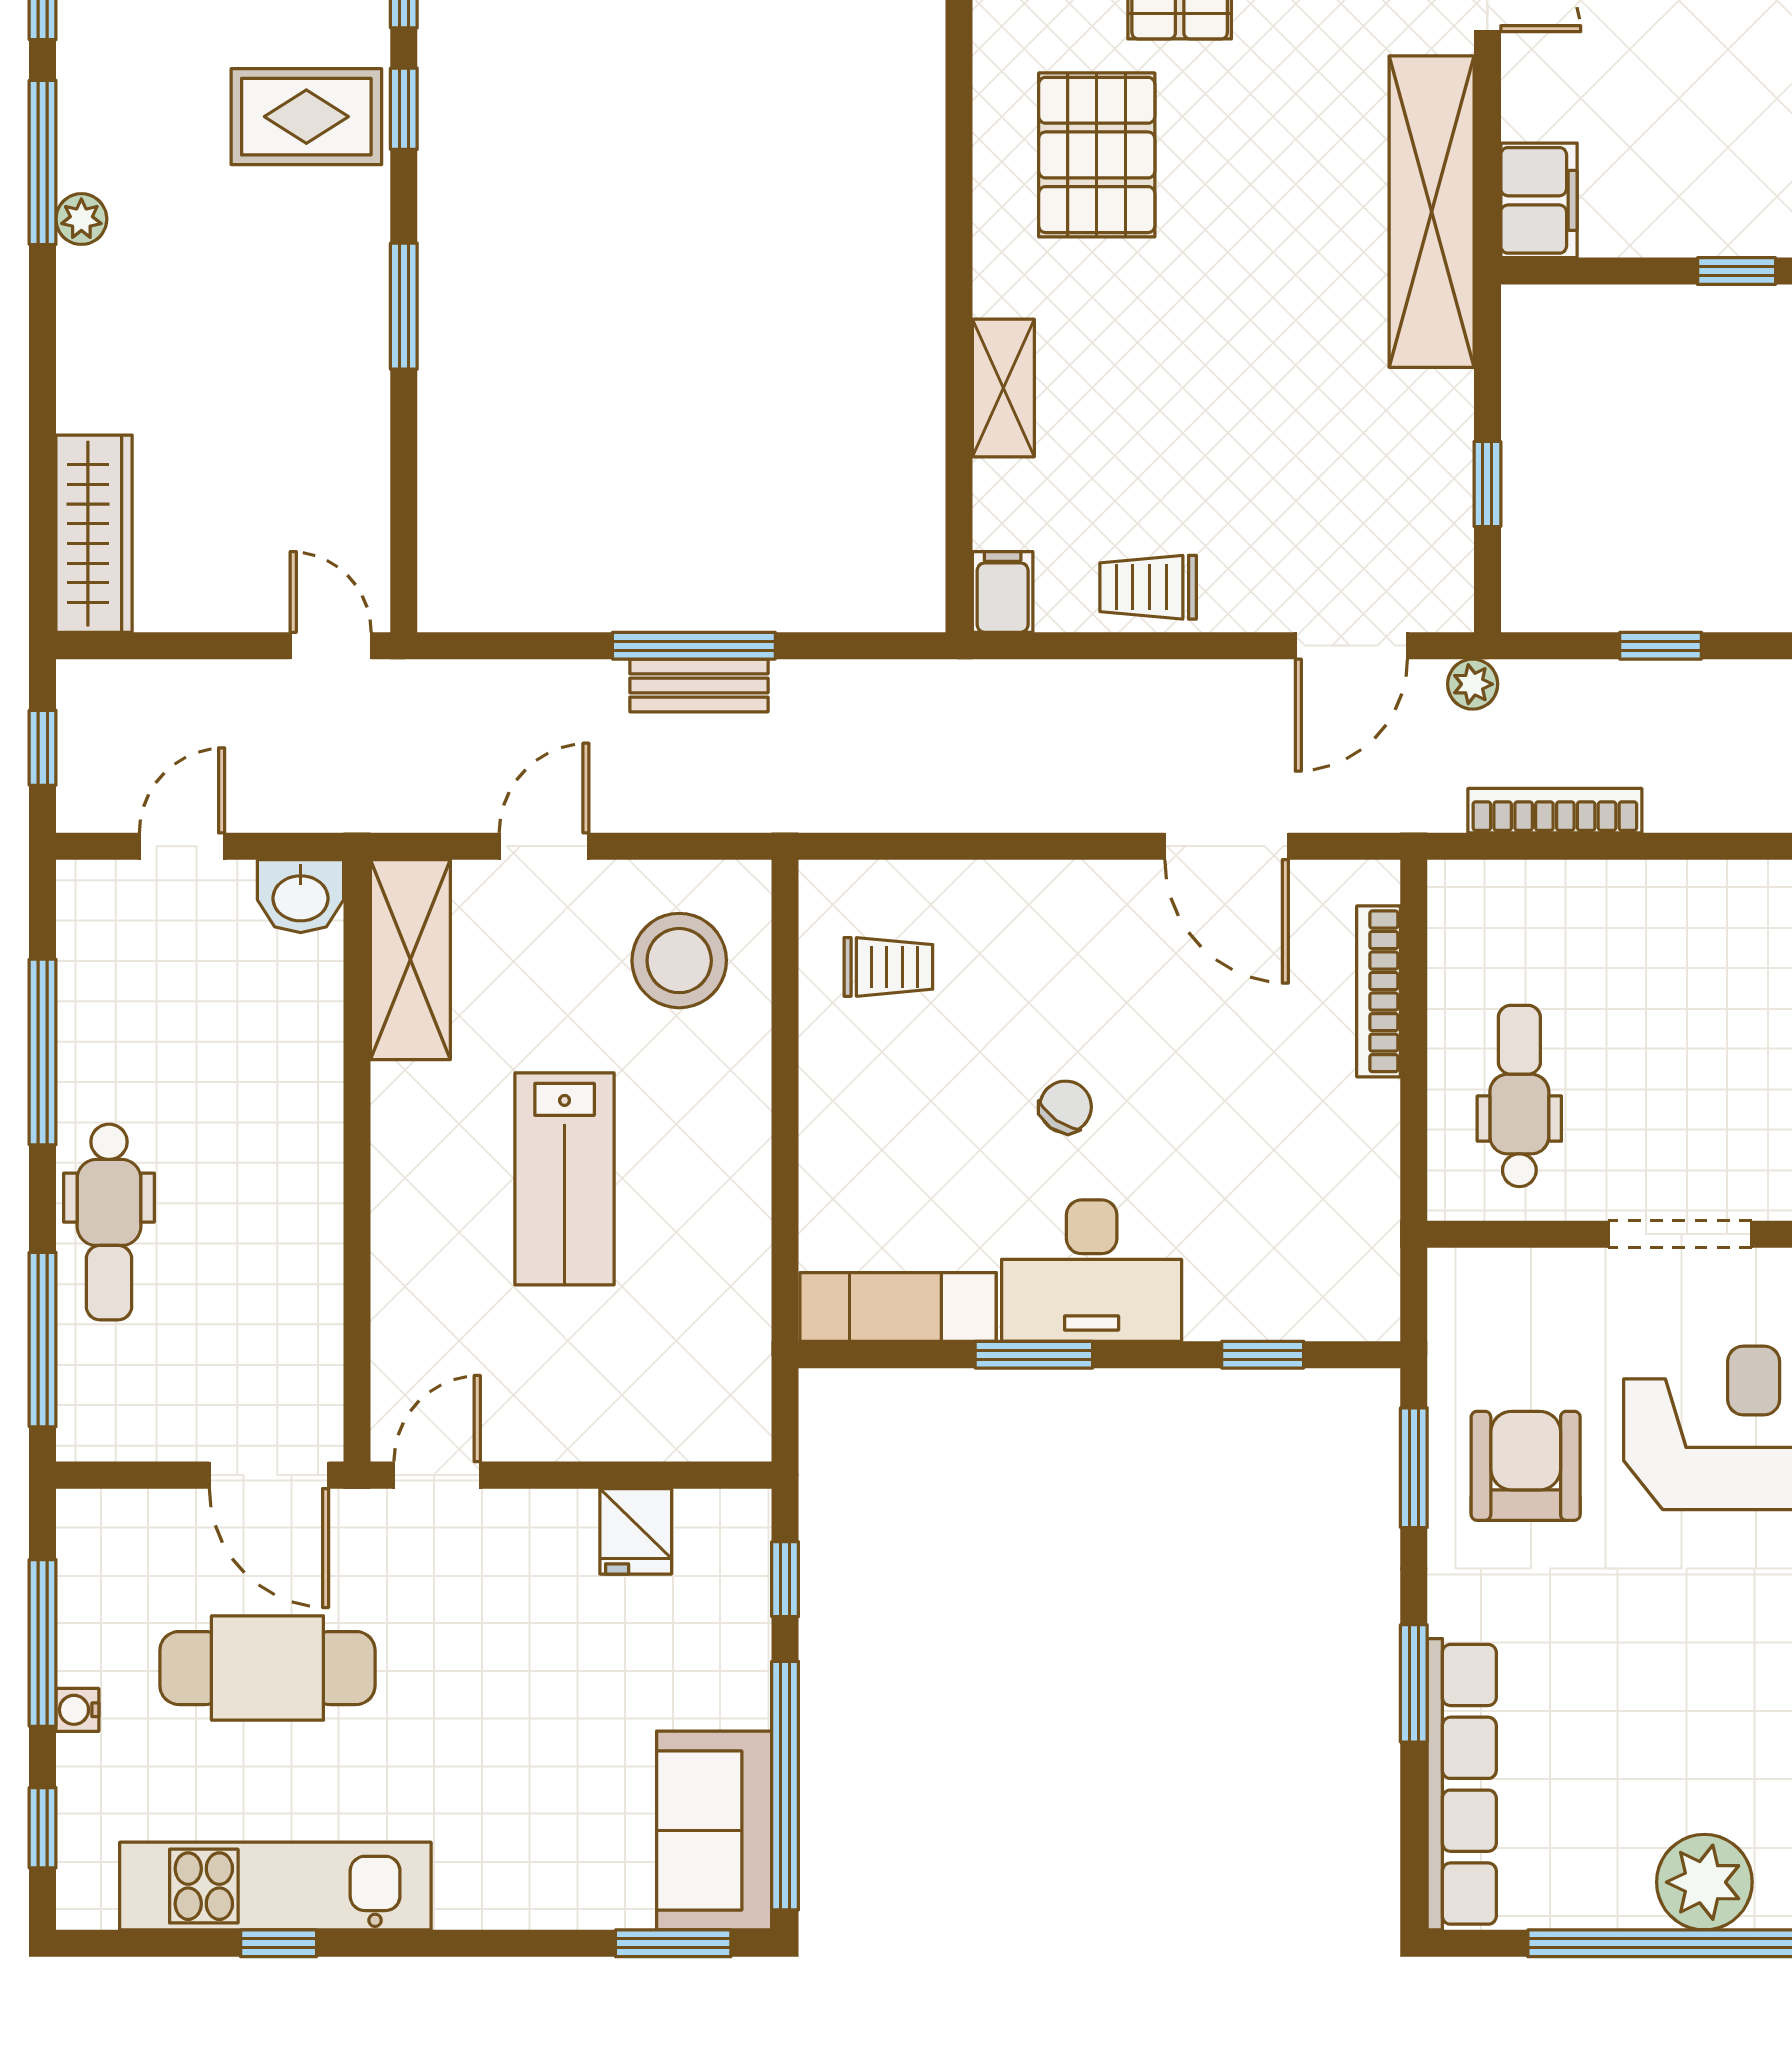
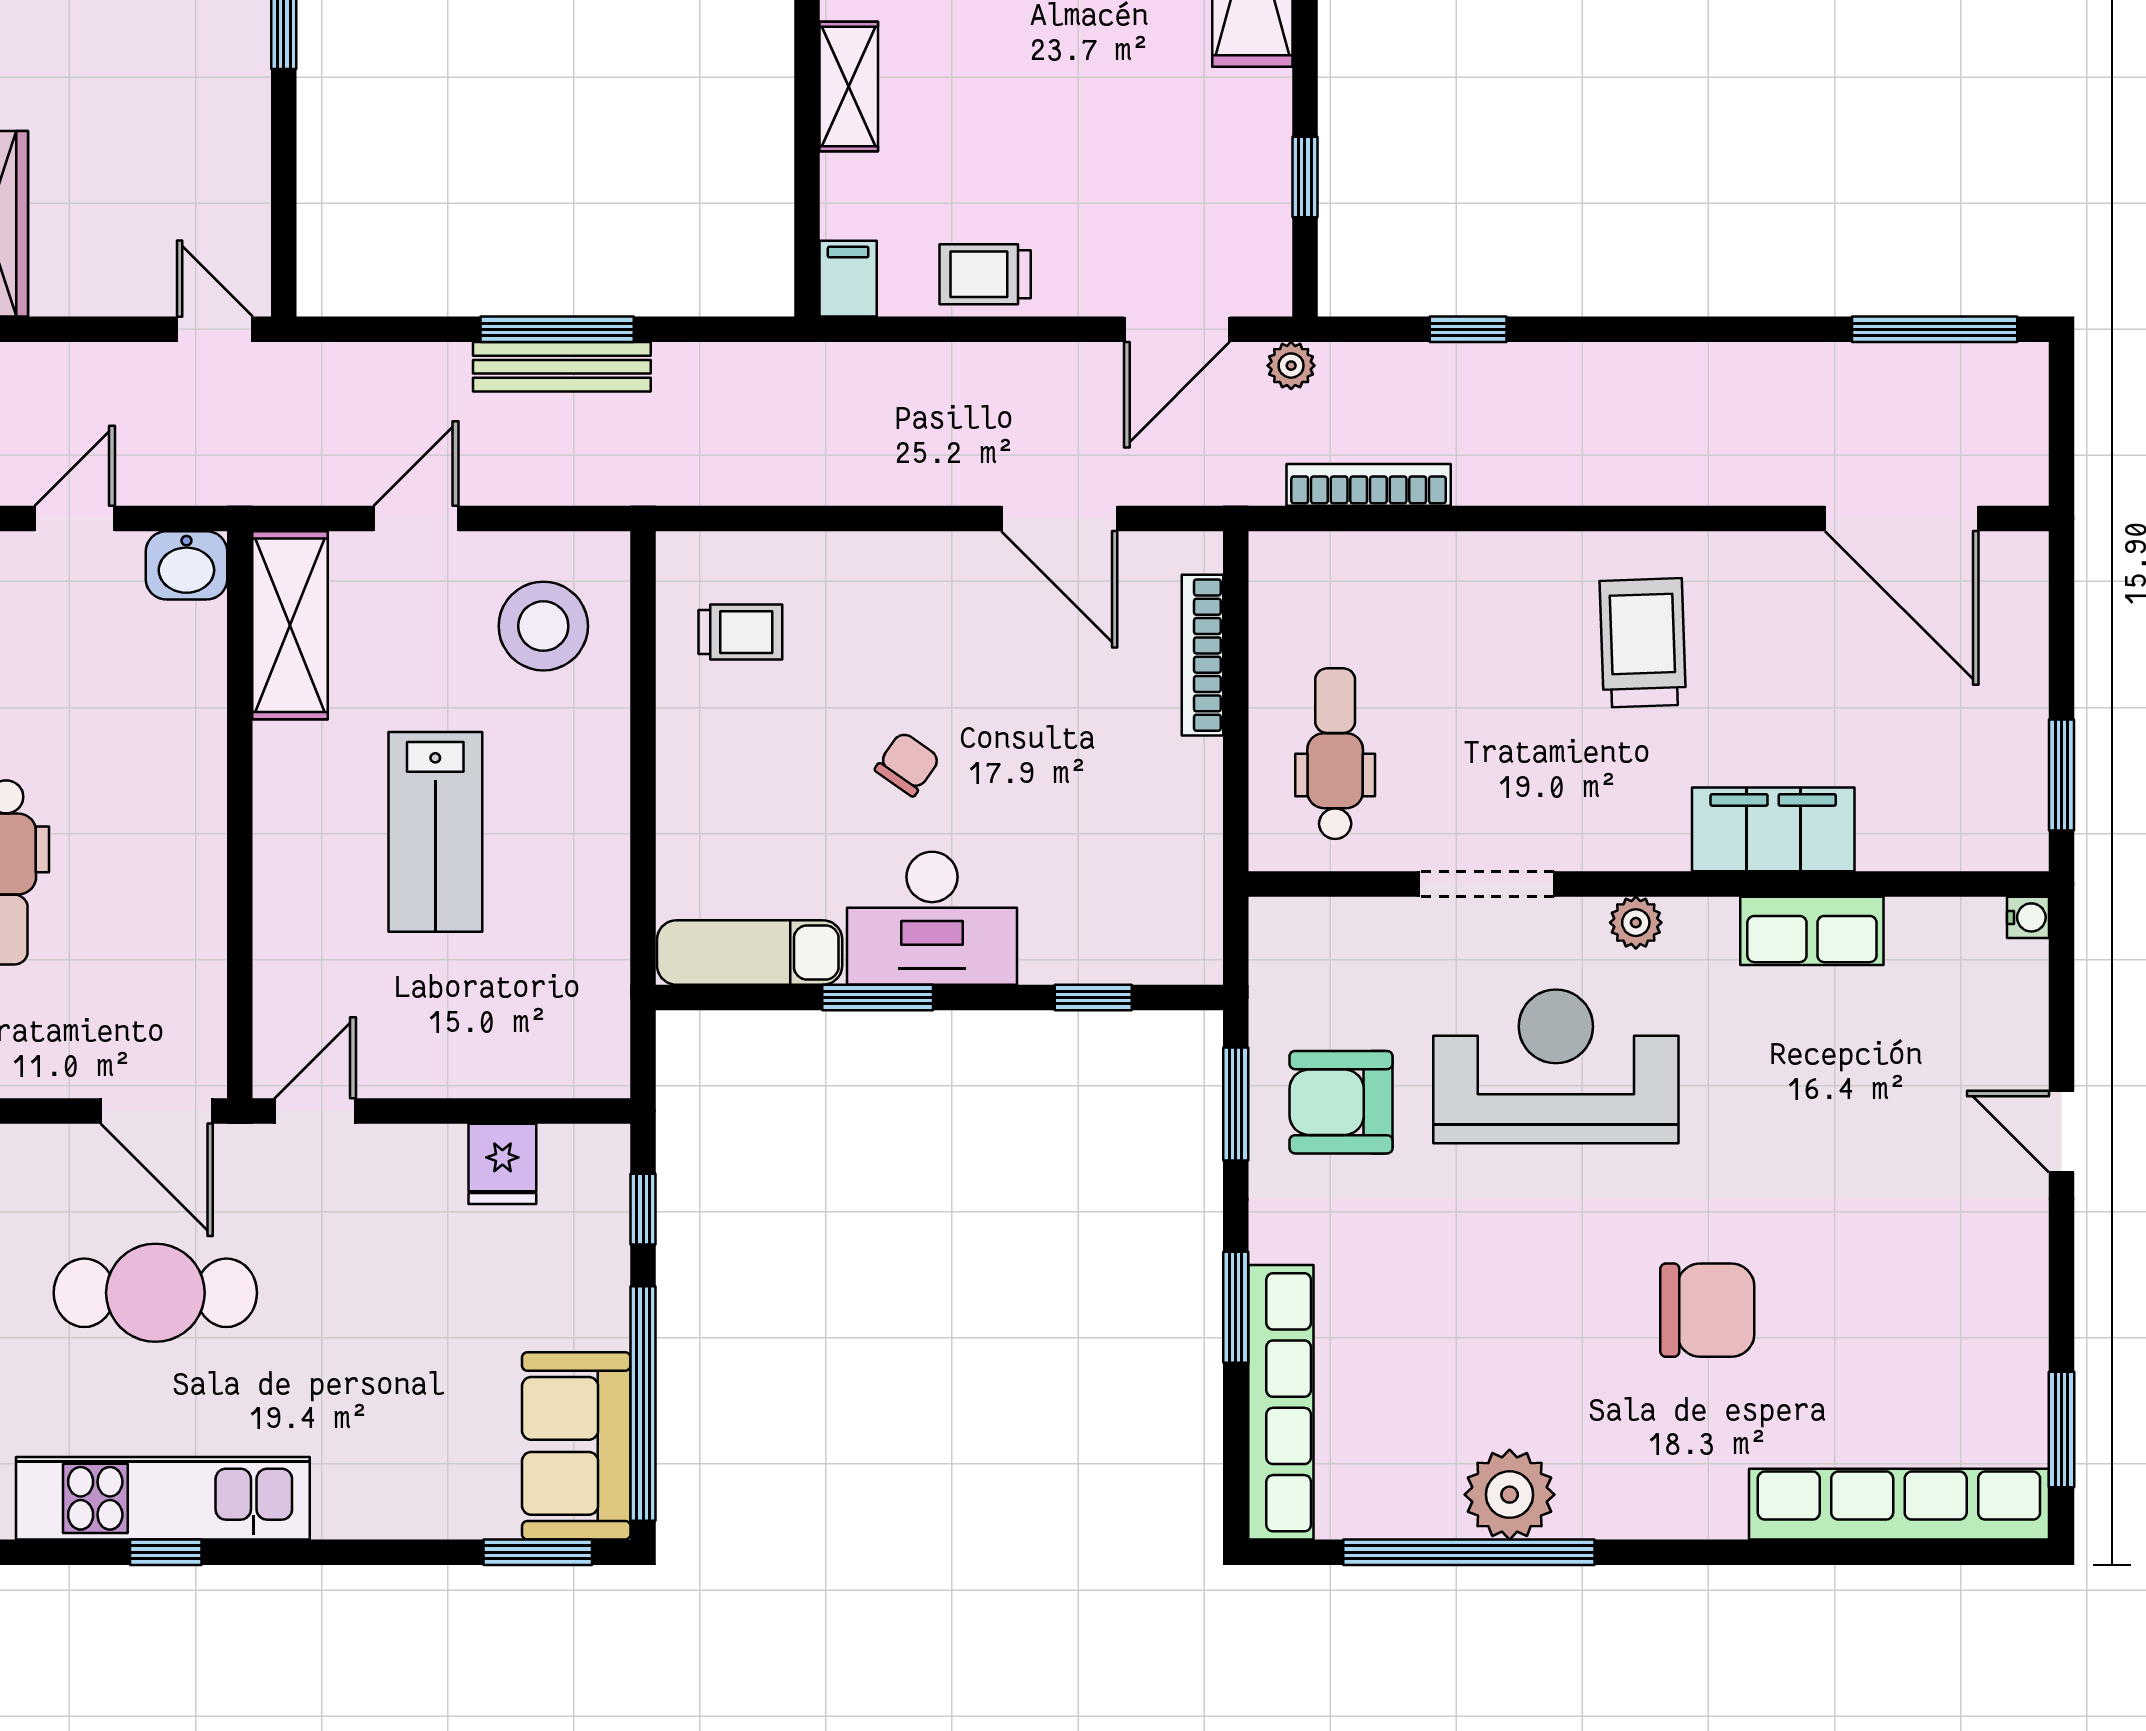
bench: (699, 685) -> (562, 367), width x1.36
armchair: (1526, 1466) -> (1341, 1102), turned -90

